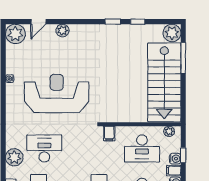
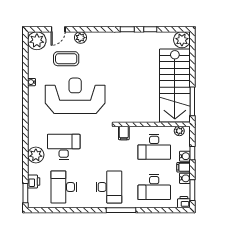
coffee table: (47, 53) -> (66, 59), added
window: (183, 58) -> (192, 101), moved

